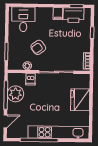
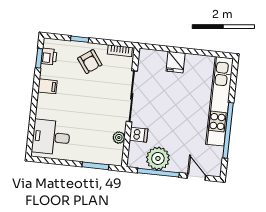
printer: (74, 15) -> (49, 56), width x0.53, depth x0.68
armchair: (38, 47) -> (90, 62), moved
fridge: (80, 100) -> (176, 62), width x0.53, depth x0.75

